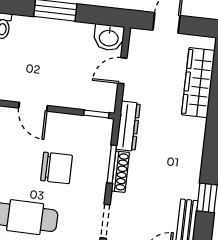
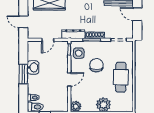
washbasin: (109, 37) -> (33, 67), moved
door: (122, 71) -> (48, 40), hinge flipped
side table: (86, 133) -> (79, 53), added

